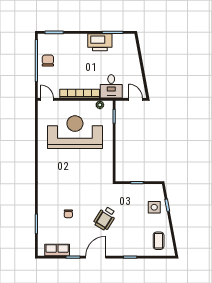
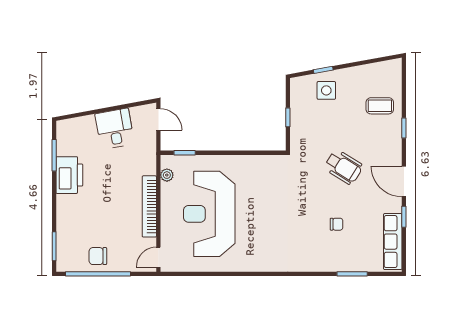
desk: (111, 86) -> (115, 129), moved, turned -100
door: (136, 99) -> (158, 119), swing flipped
coffee table: (159, 241) -> (380, 106), moved
row of seats: (57, 250) -> (393, 242), width x1.48

